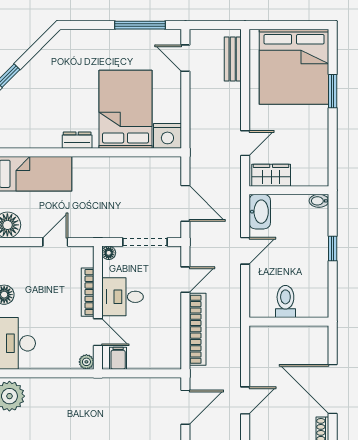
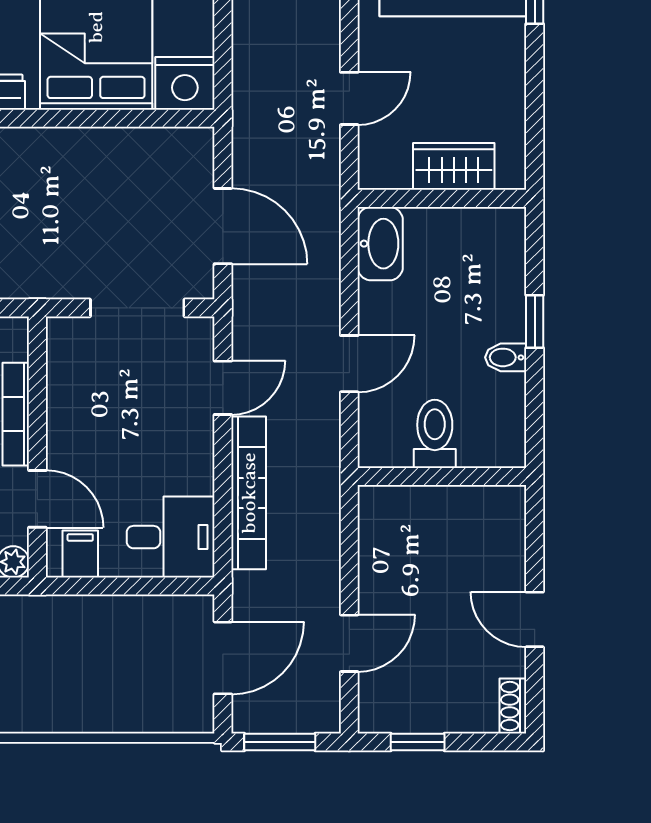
wardrobe: (271, 175) -> (454, 166), moved
bidet: (319, 201) -> (506, 357), moved
door: (245, 251) -> (349, 364), moved
floor lamp: (109, 253) -> (60, 331), removed
desk: (122, 297) -> (171, 537), moved, turned 180
door: (333, 389) -> (535, 619), width x0.53

